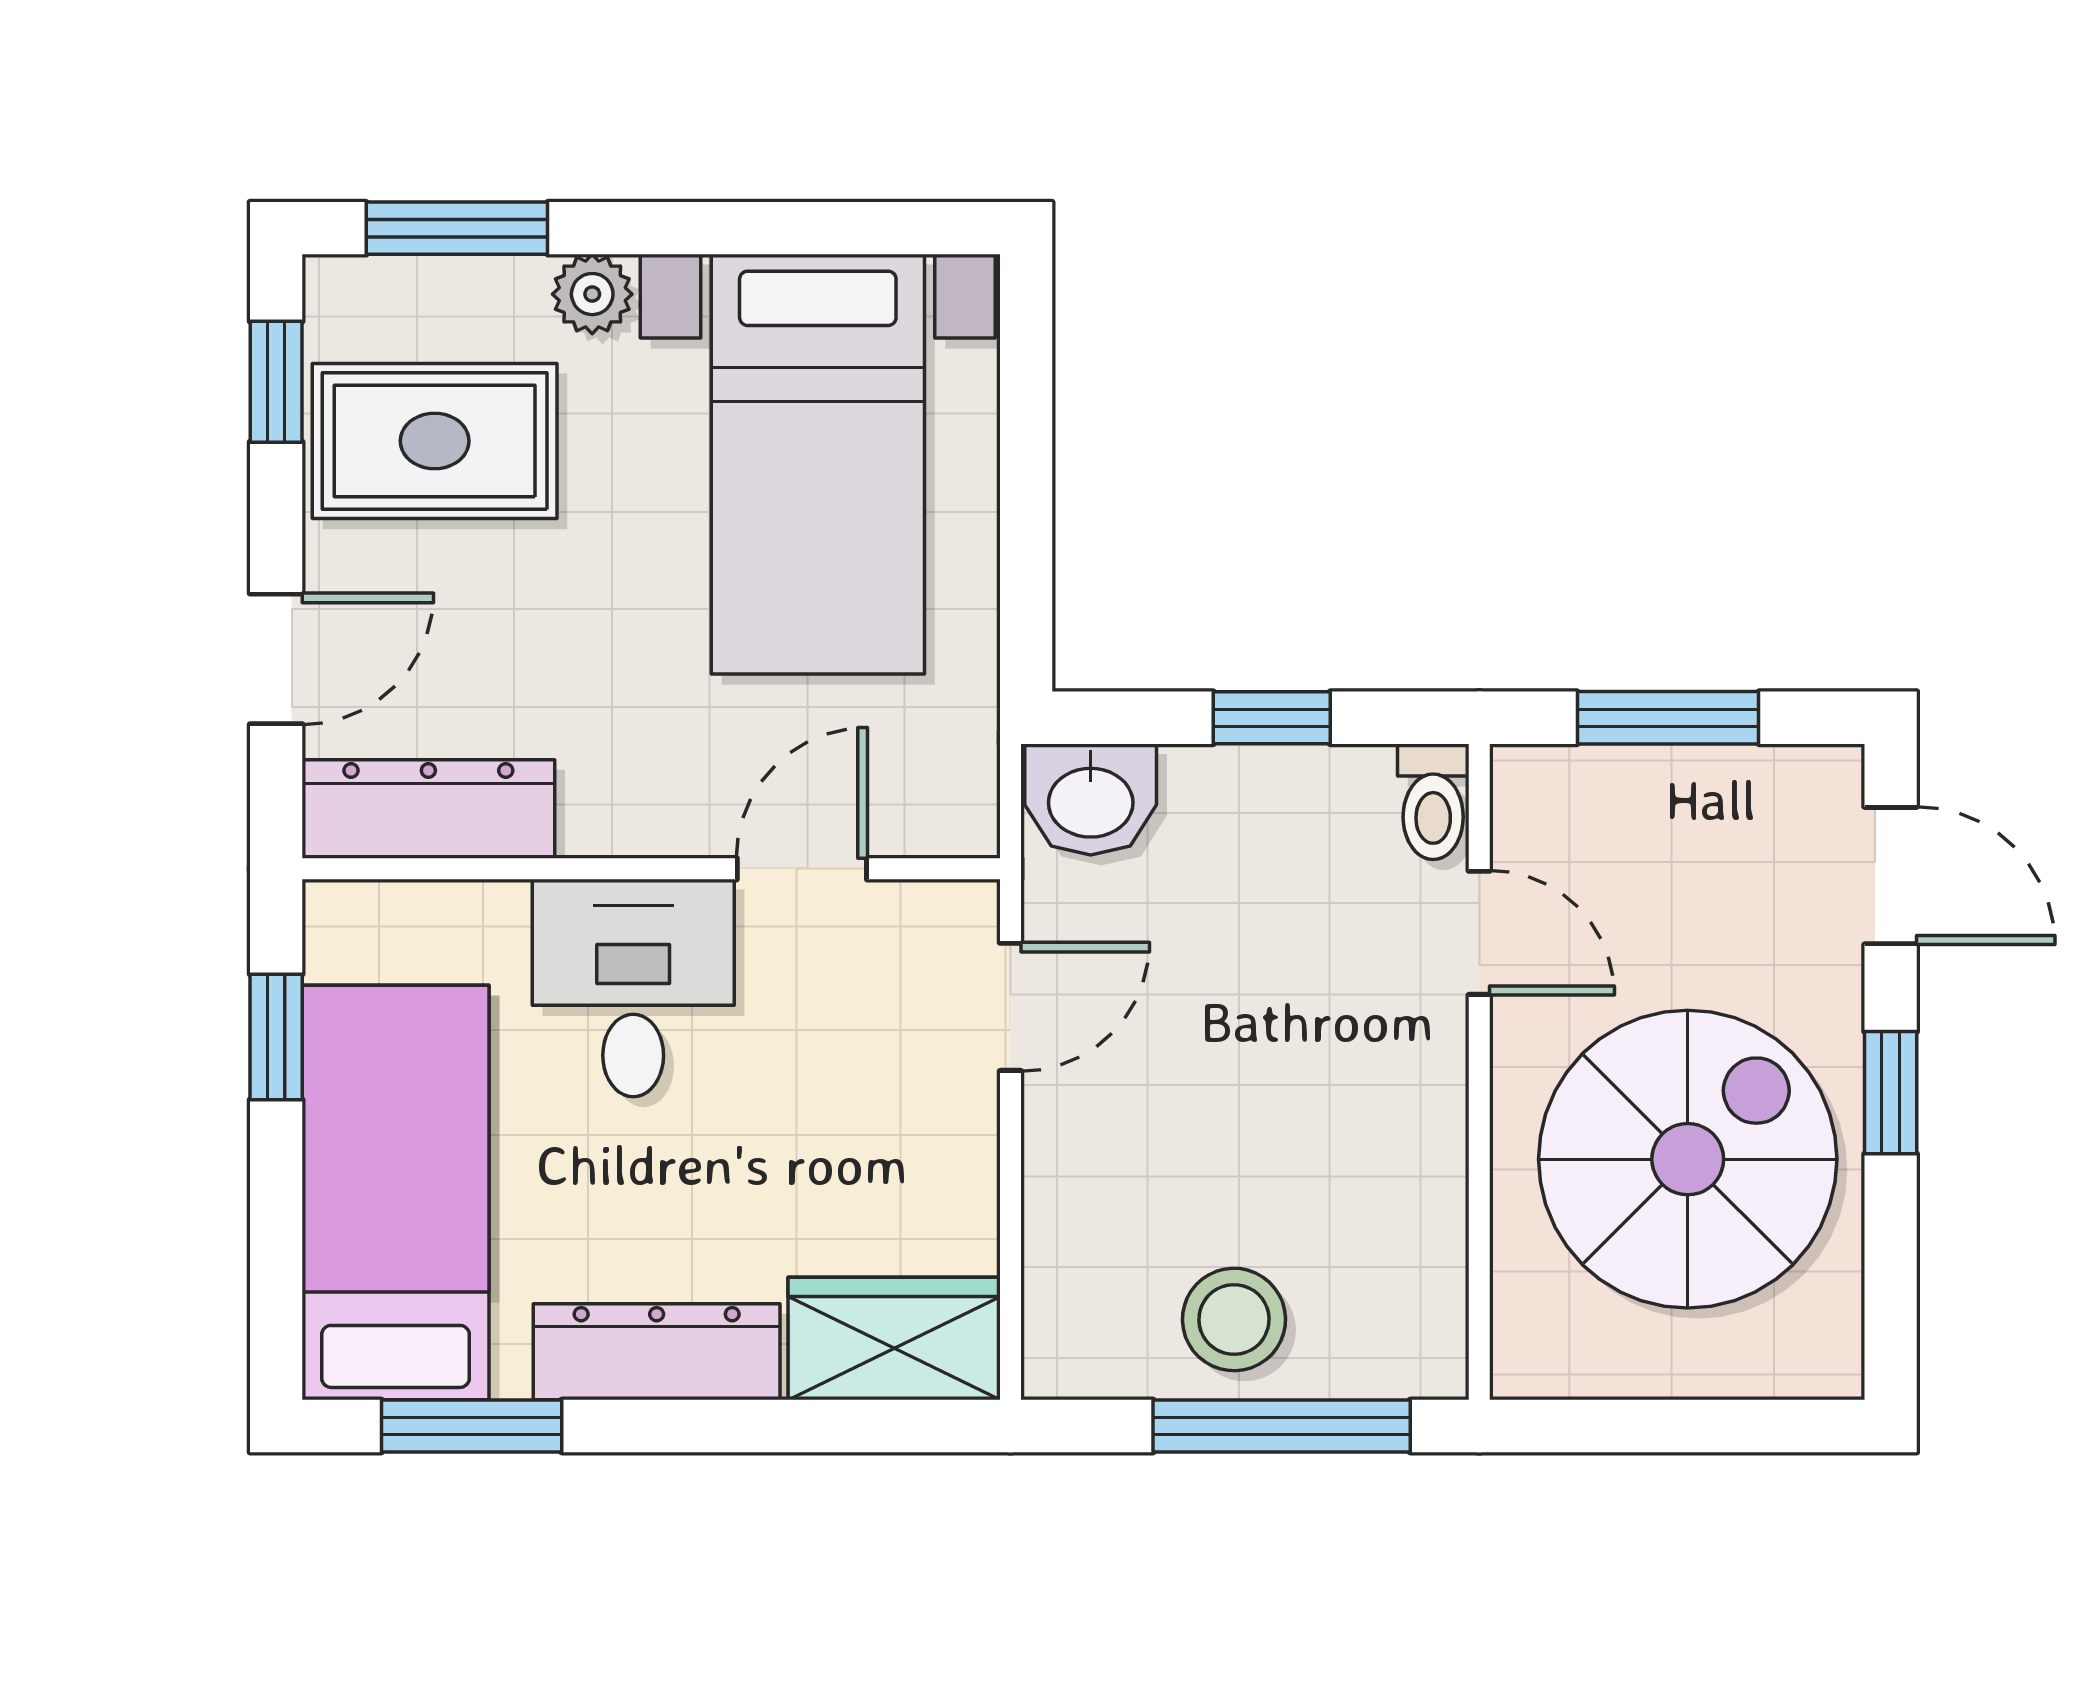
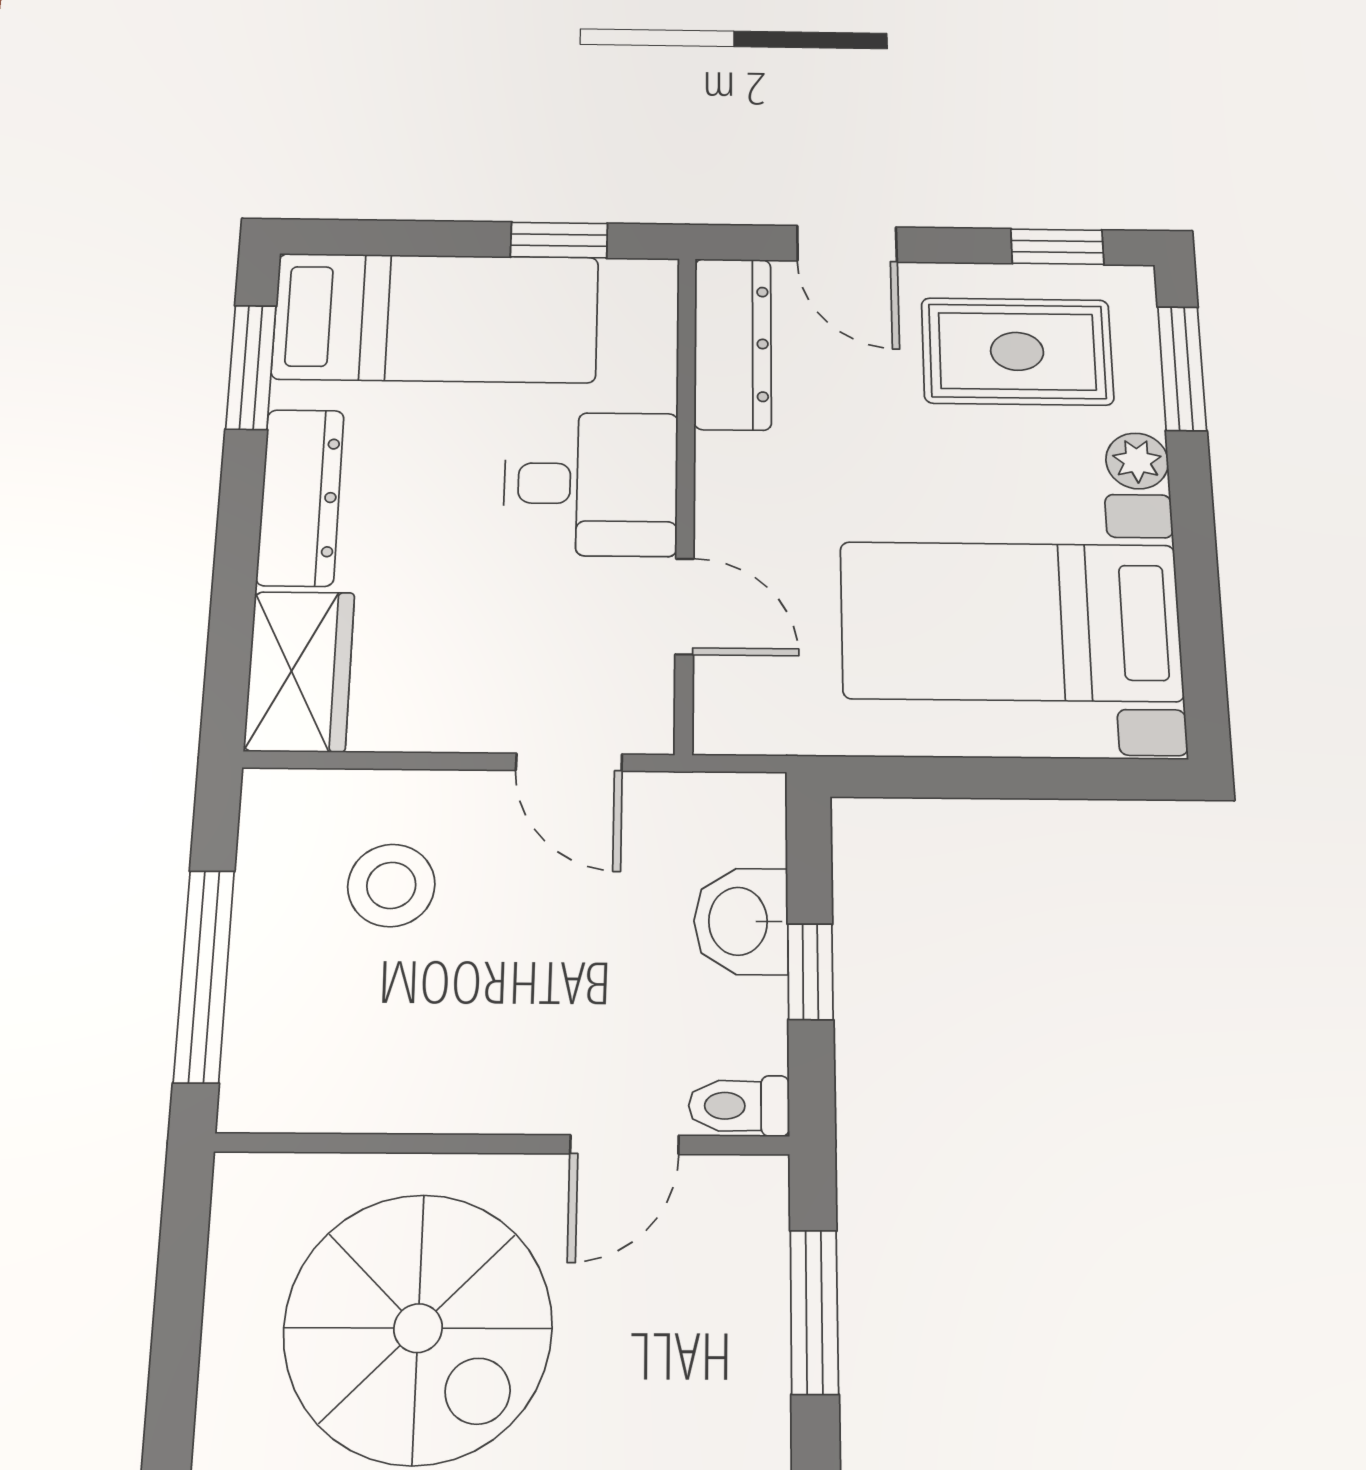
rug: (435, 441) -> (1017, 351), turned 90
washbasin: (1091, 799) -> (741, 921), moved
stool: (1234, 1319) -> (391, 885), moved

